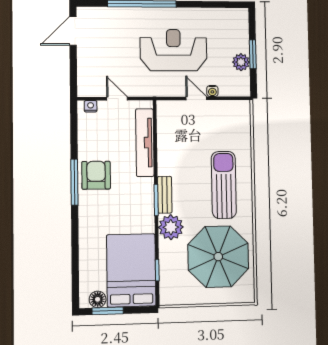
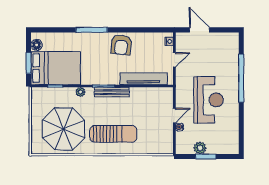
door: (73, 31) -> (199, 30), moved
armchair: (96, 175) -> (121, 45), turned 96
window: (74, 182) -> (92, 30), moved
bench: (165, 195) -> (112, 92), width x1.36
plant: (171, 227) -> (80, 92), width x0.53, depth x0.53
window: (108, 311) -> (29, 63), moved

